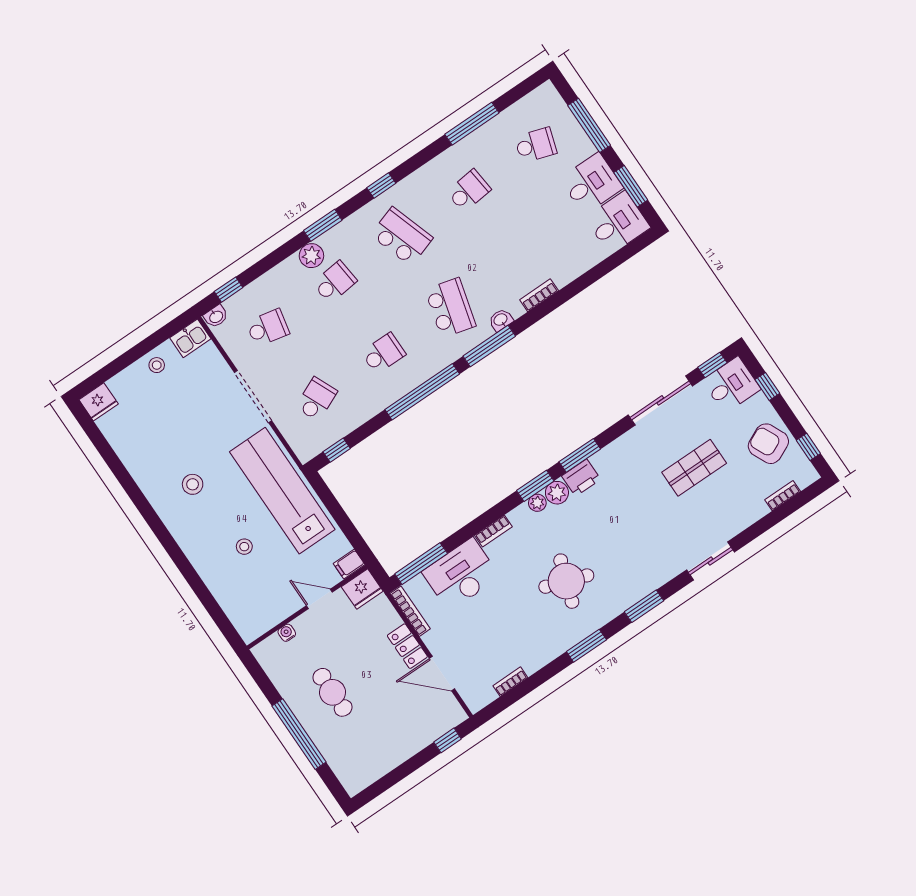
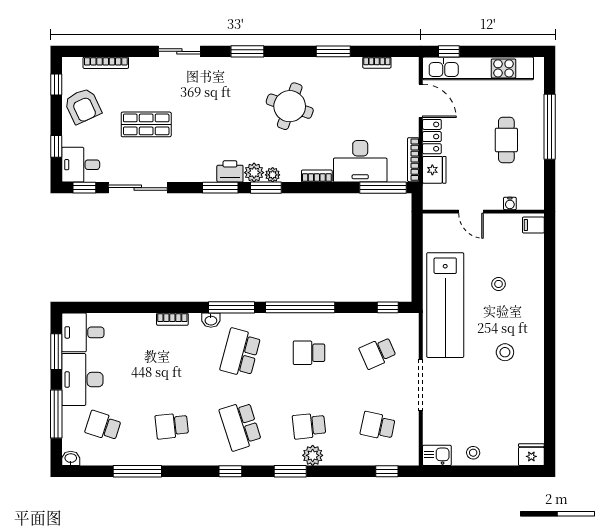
desk: (591, 183) -> (82, 380), width x1.37
washbasin: (216, 316) -> (71, 458), moved
bookcase: (783, 496) -> (106, 63), width x1.56
filing cabinet: (349, 564) -> (533, 225), moved, turned 180
fridge: (362, 589) -> (434, 170), moved, turned 90
window: (586, 646) -> (333, 51), moved
kitchen unit: (408, 743) -> (478, 68), added

